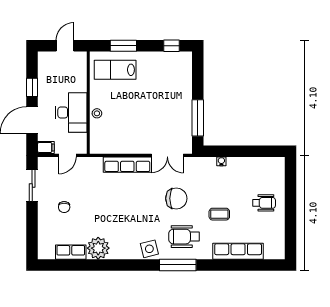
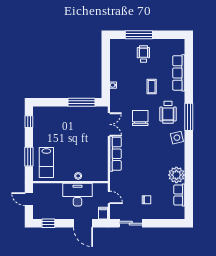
window: (32, 87) -> (48, 223), moved
window: (291, 197) -> (139, 35), added

